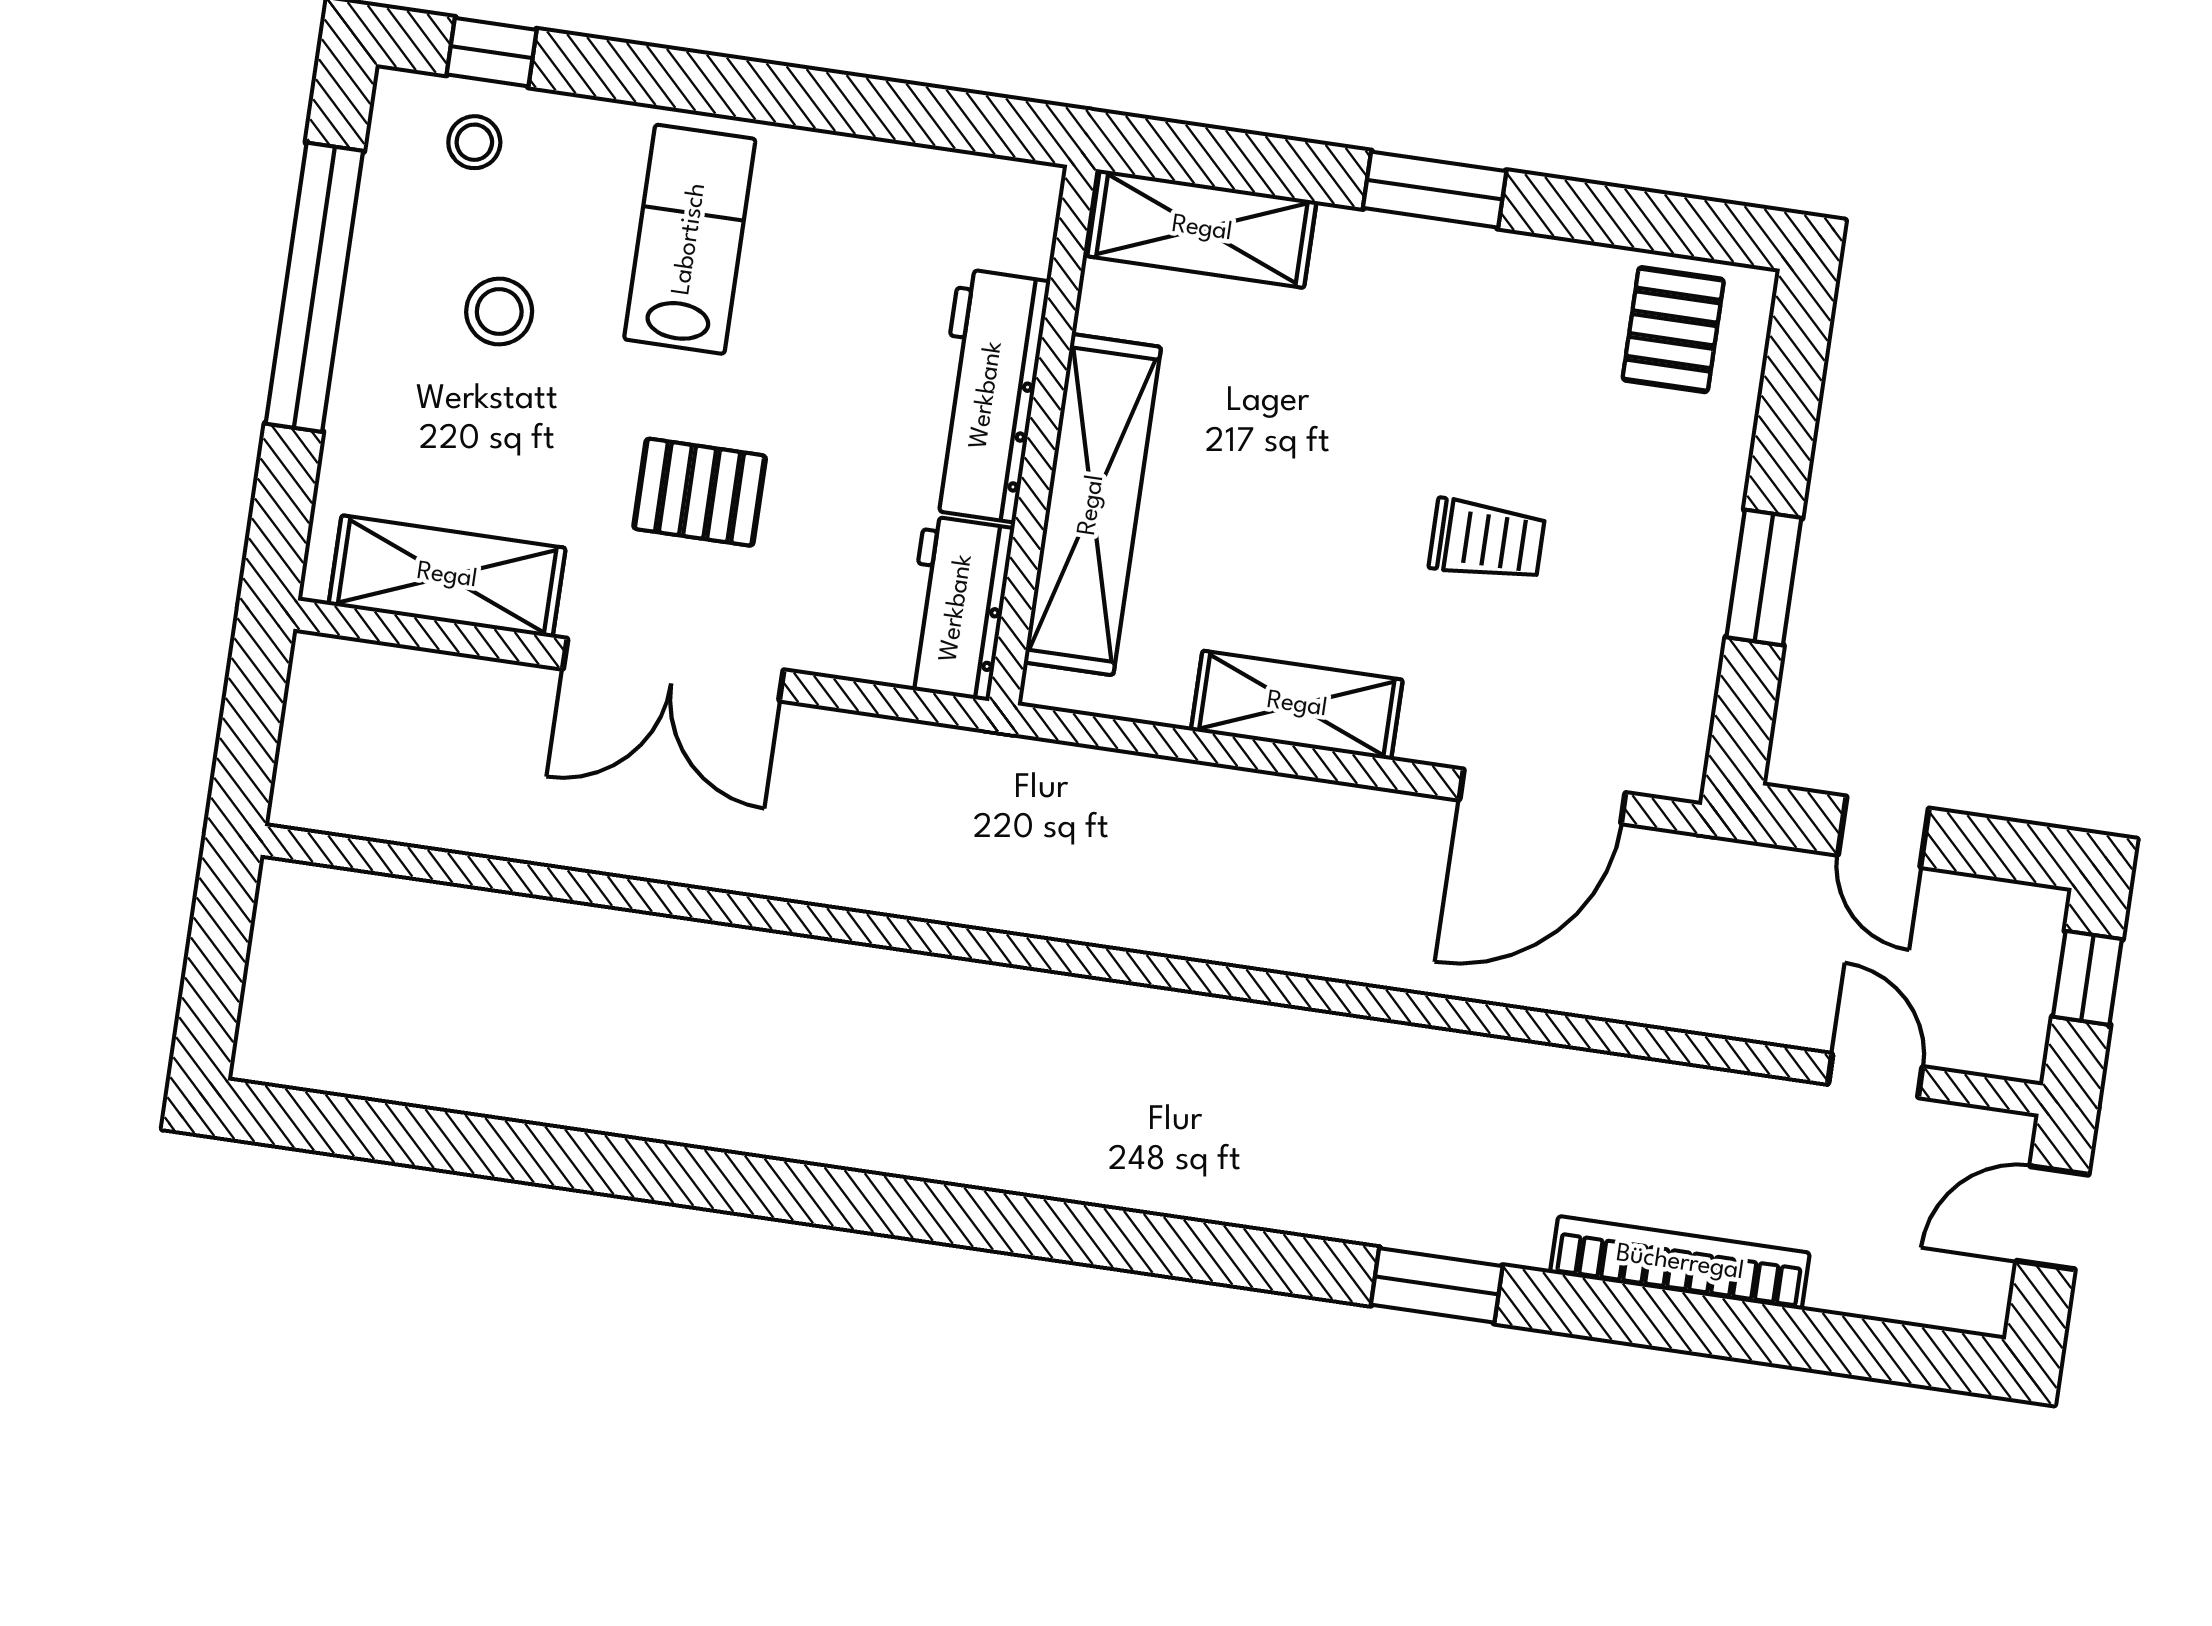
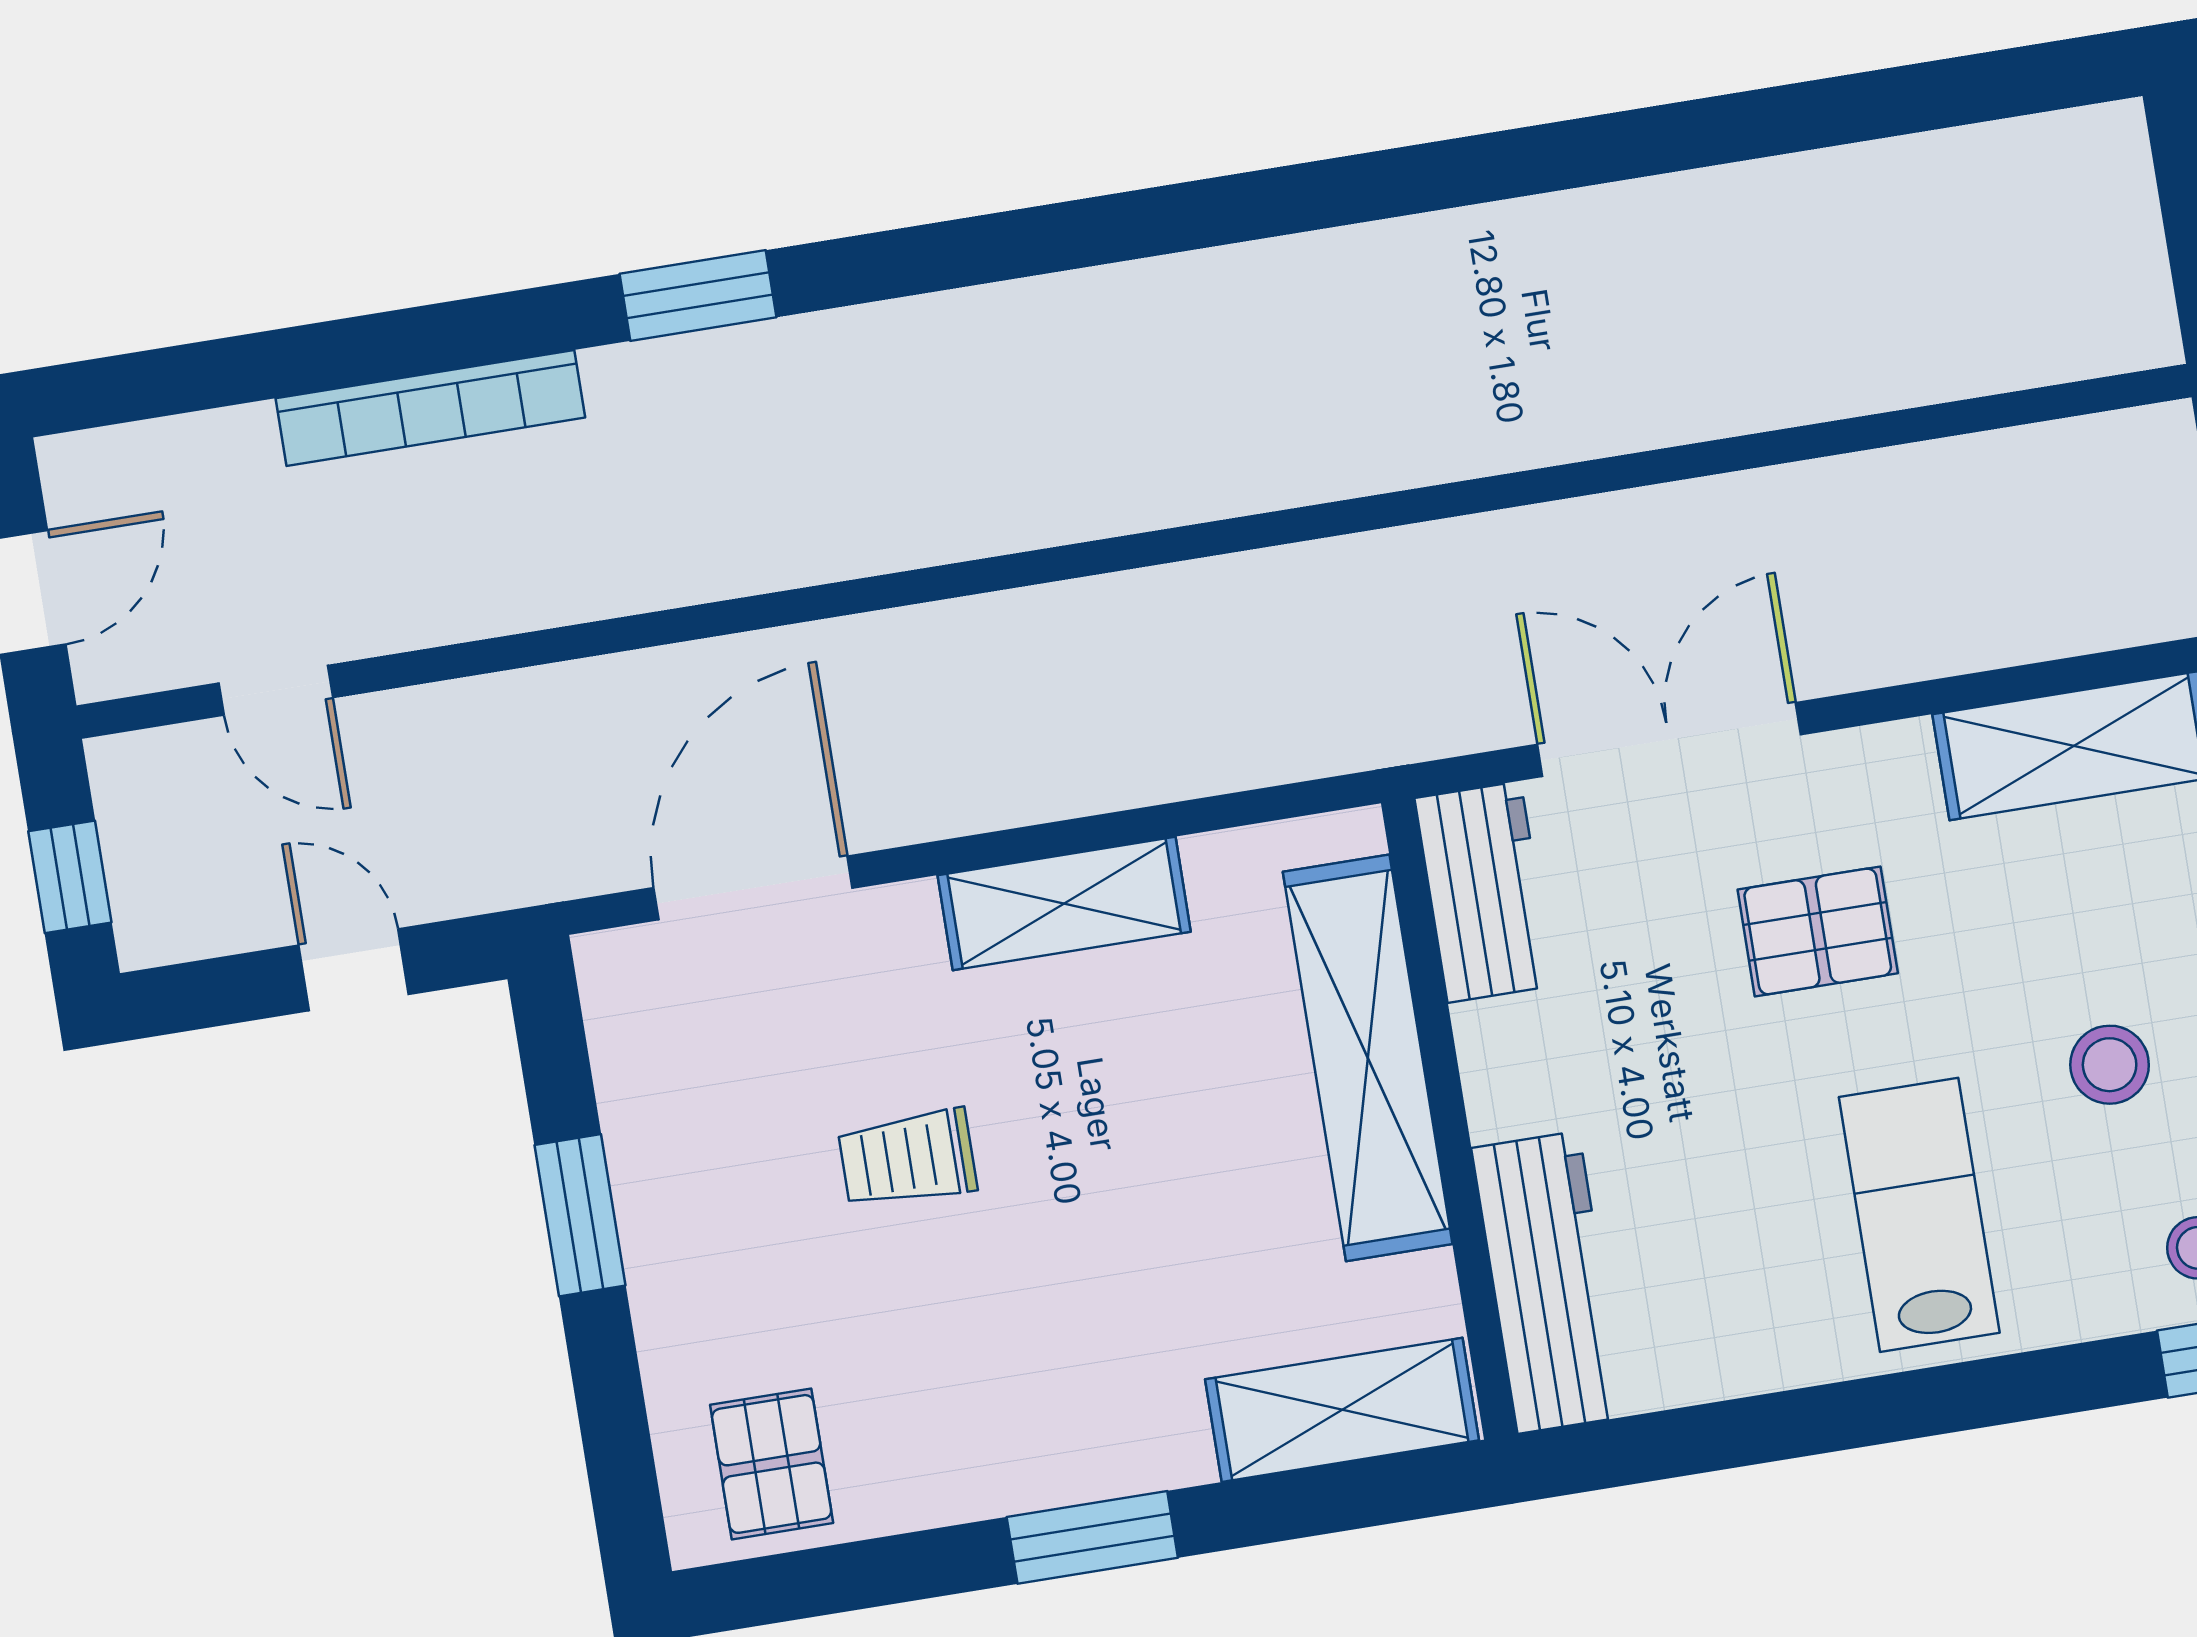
lab bench: (690, 239) -> (1919, 1215), turned 180
workbench: (987, 395) -> (1548, 1282), moved
double door: (673, 670) -> (1669, 740), moved

